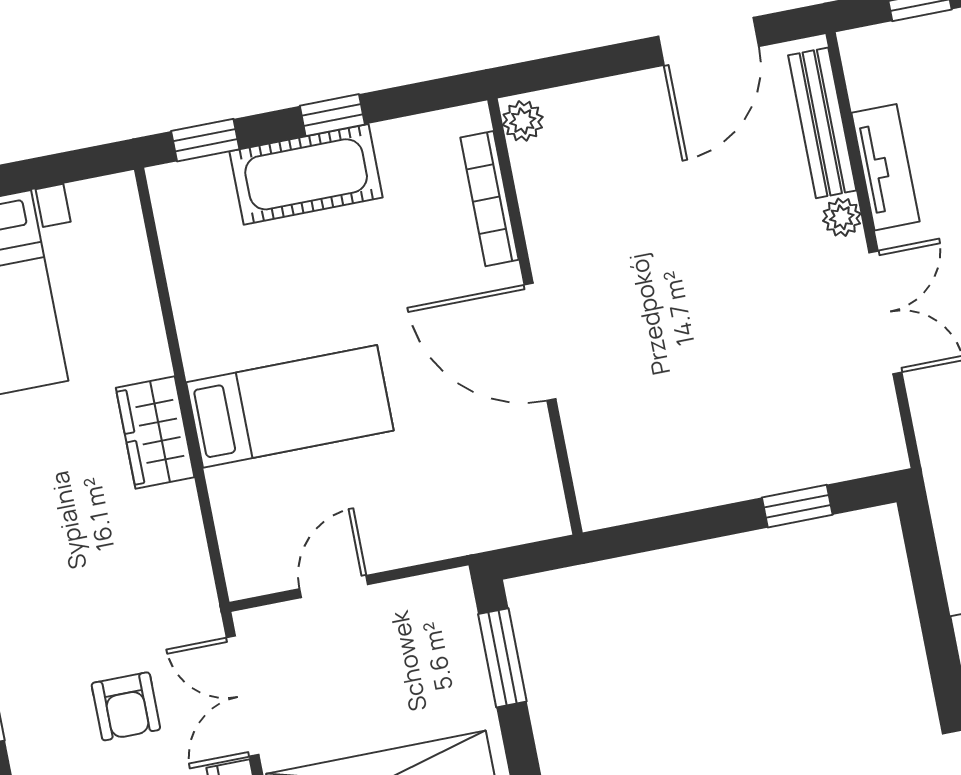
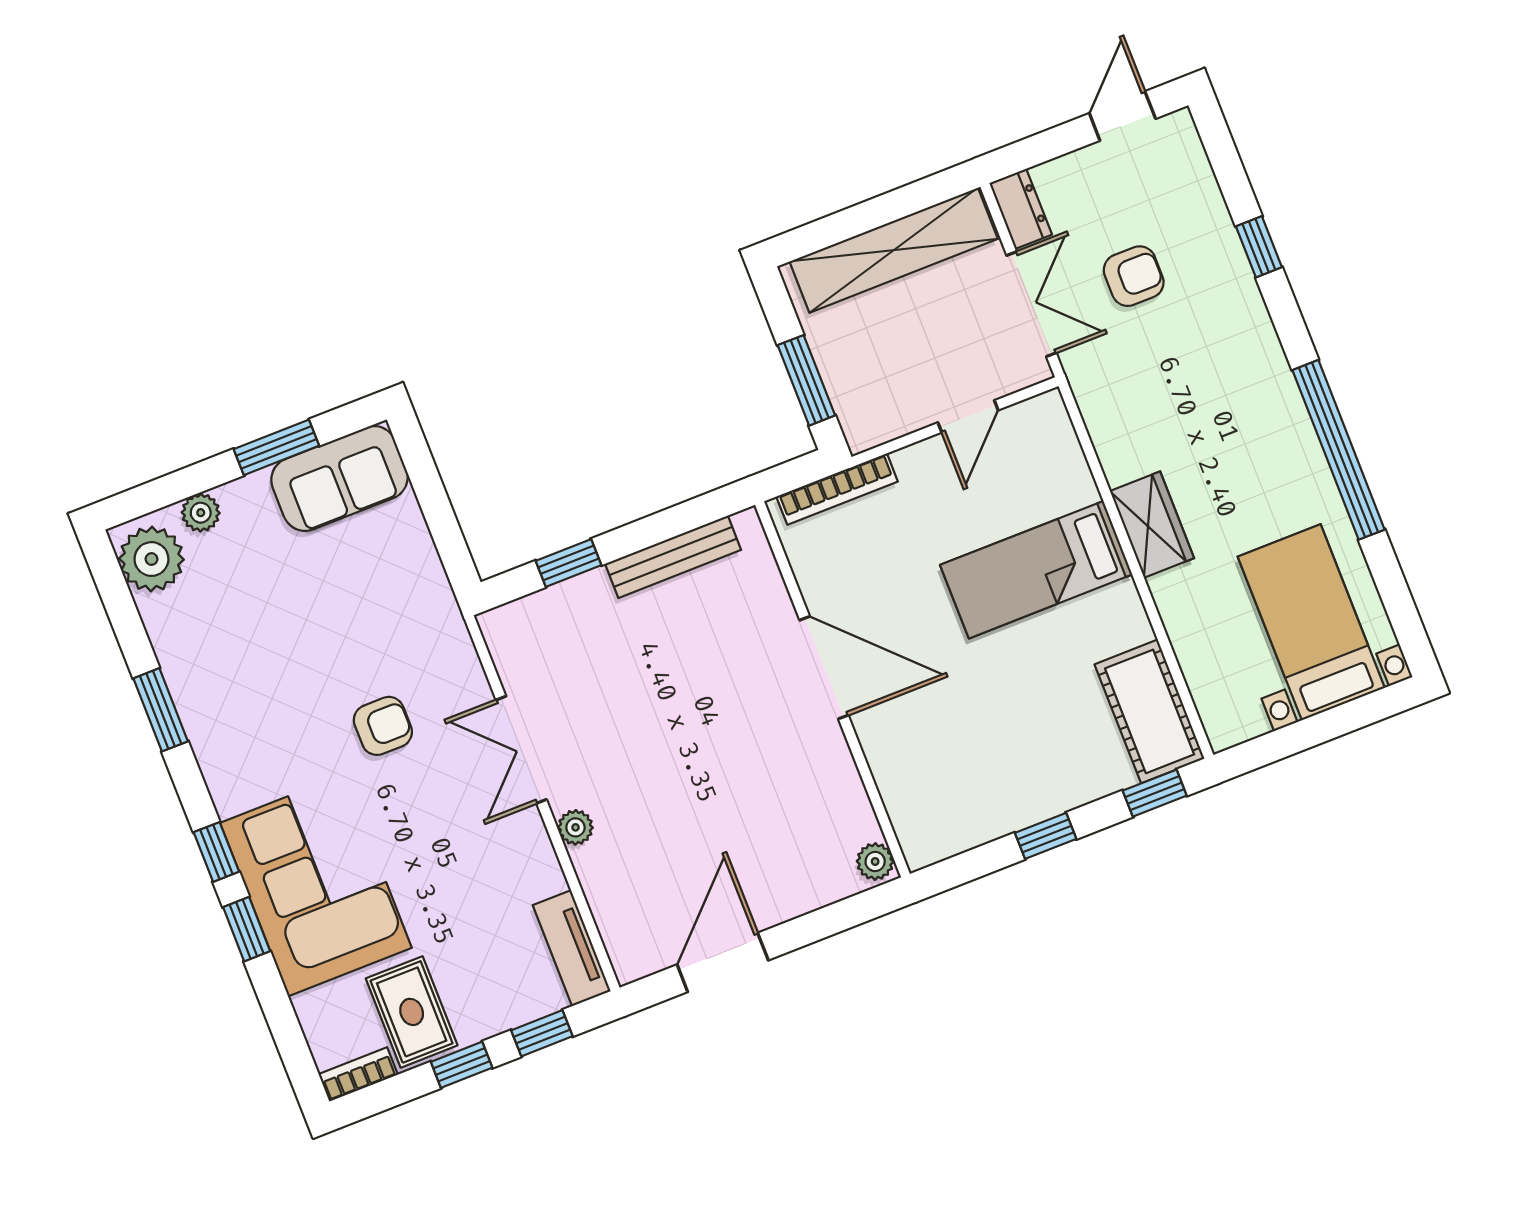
bench: (822, 123) -> (673, 557), moved, turned 90
tv unit: (886, 167) -> (572, 948), moved
cot: (306, 174) -> (1150, 711), moved, turned 90
bookcase: (490, 199) -> (837, 489), moved, turned 90
armchair: (126, 706) -> (1134, 276), turned 90

